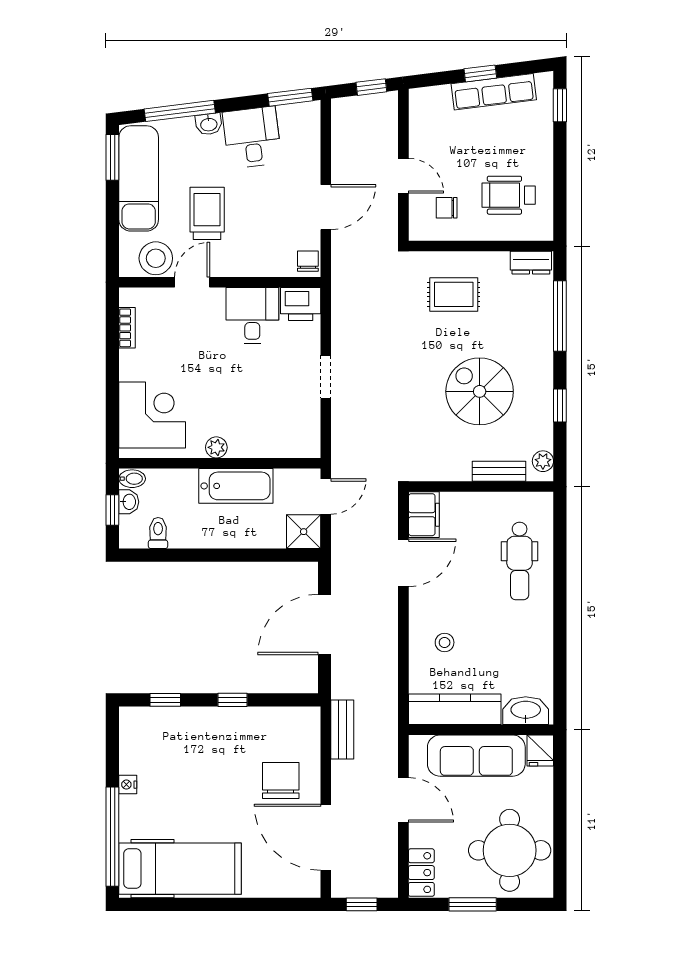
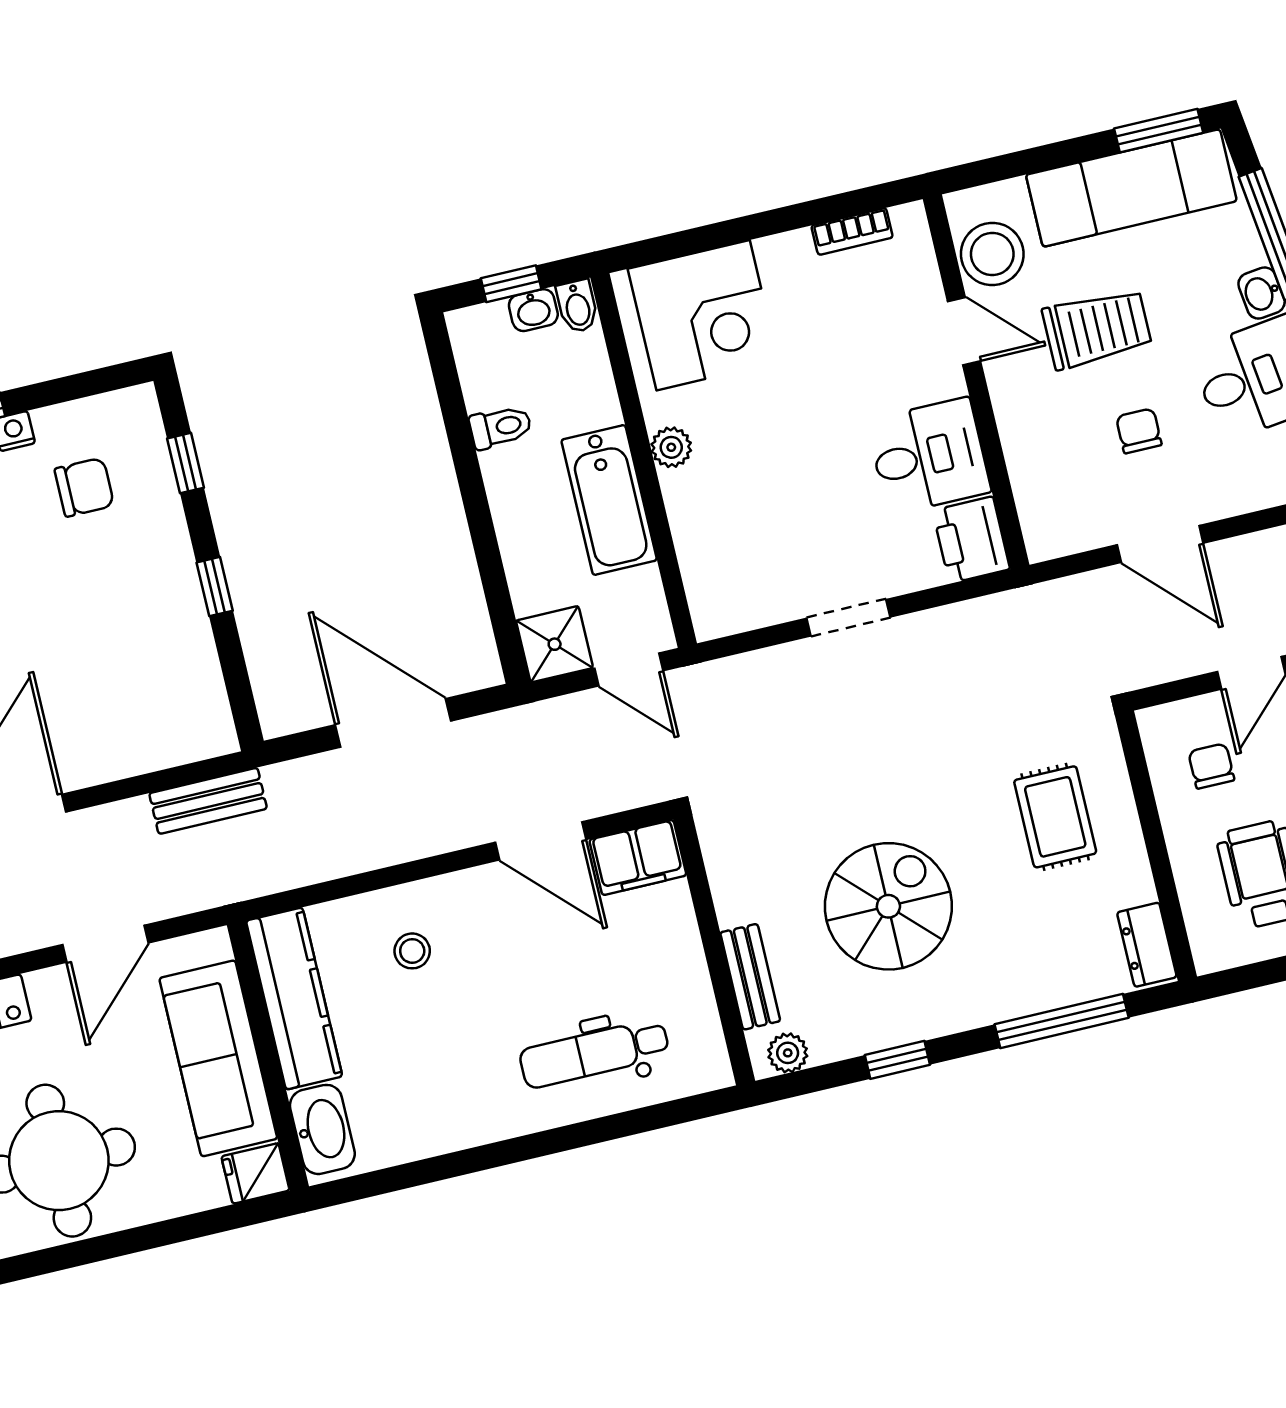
chair: (308, 261) -> (1139, 431), moved, turned -90
toilet: (158, 533) -> (501, 427), moved
chair: (281, 781) -> (84, 487), moved, width x0.73, depth x0.73

